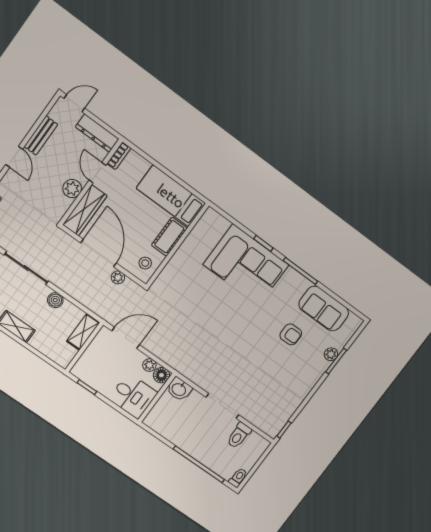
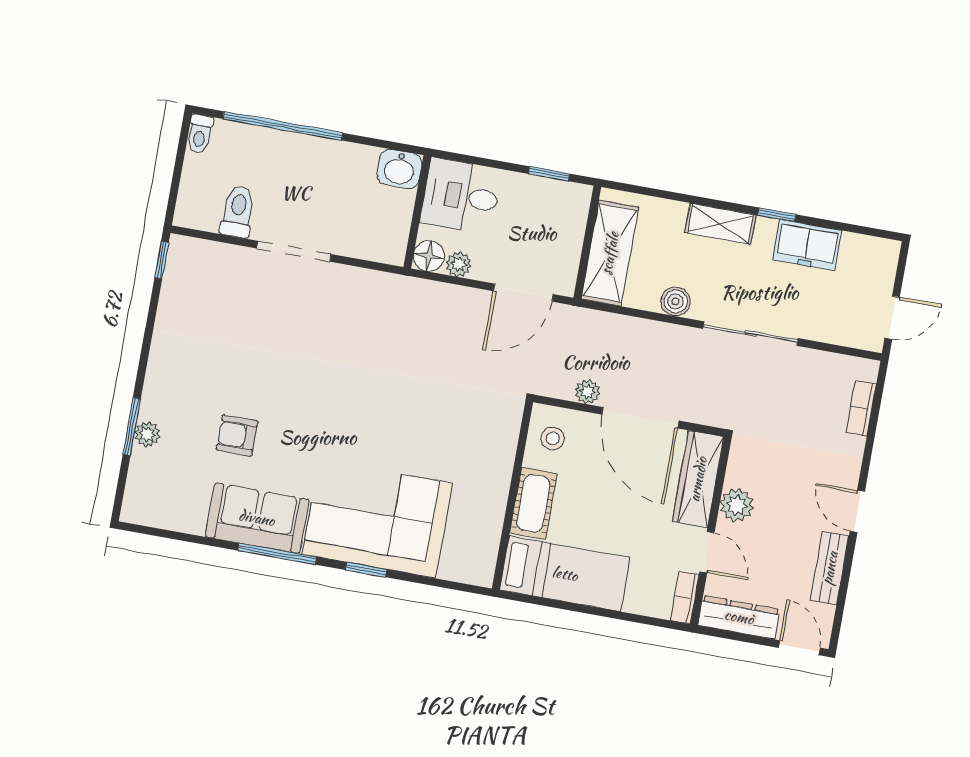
door: (74, 103) -> (799, 648), swing flipped
sofa: (324, 309) -> (257, 518), moved
shelving: (83, 332) -> (610, 253), width x1.50, depth x1.33
washbasin: (179, 389) -> (399, 169), moved, turned 180

